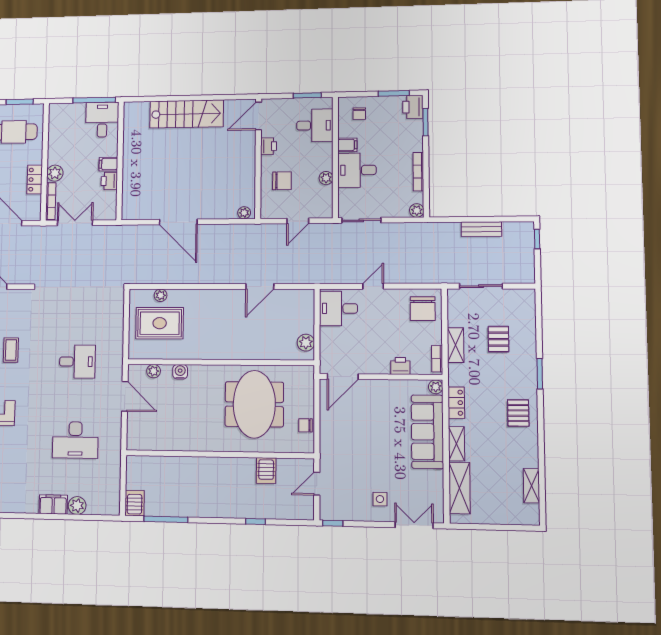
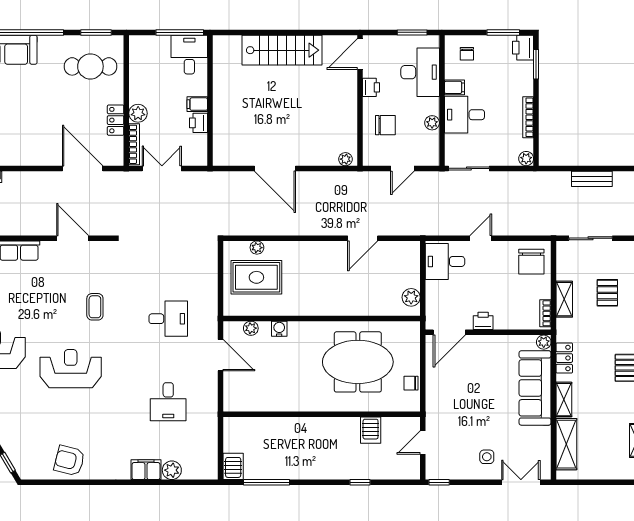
desk: (315, 125) -> (420, 72), width x1.37
printer: (400, 366) -> (483, 321), moved
meeting table: (254, 404) -> (358, 362), turned 90
desk: (75, 440) -> (168, 402), width x0.73

